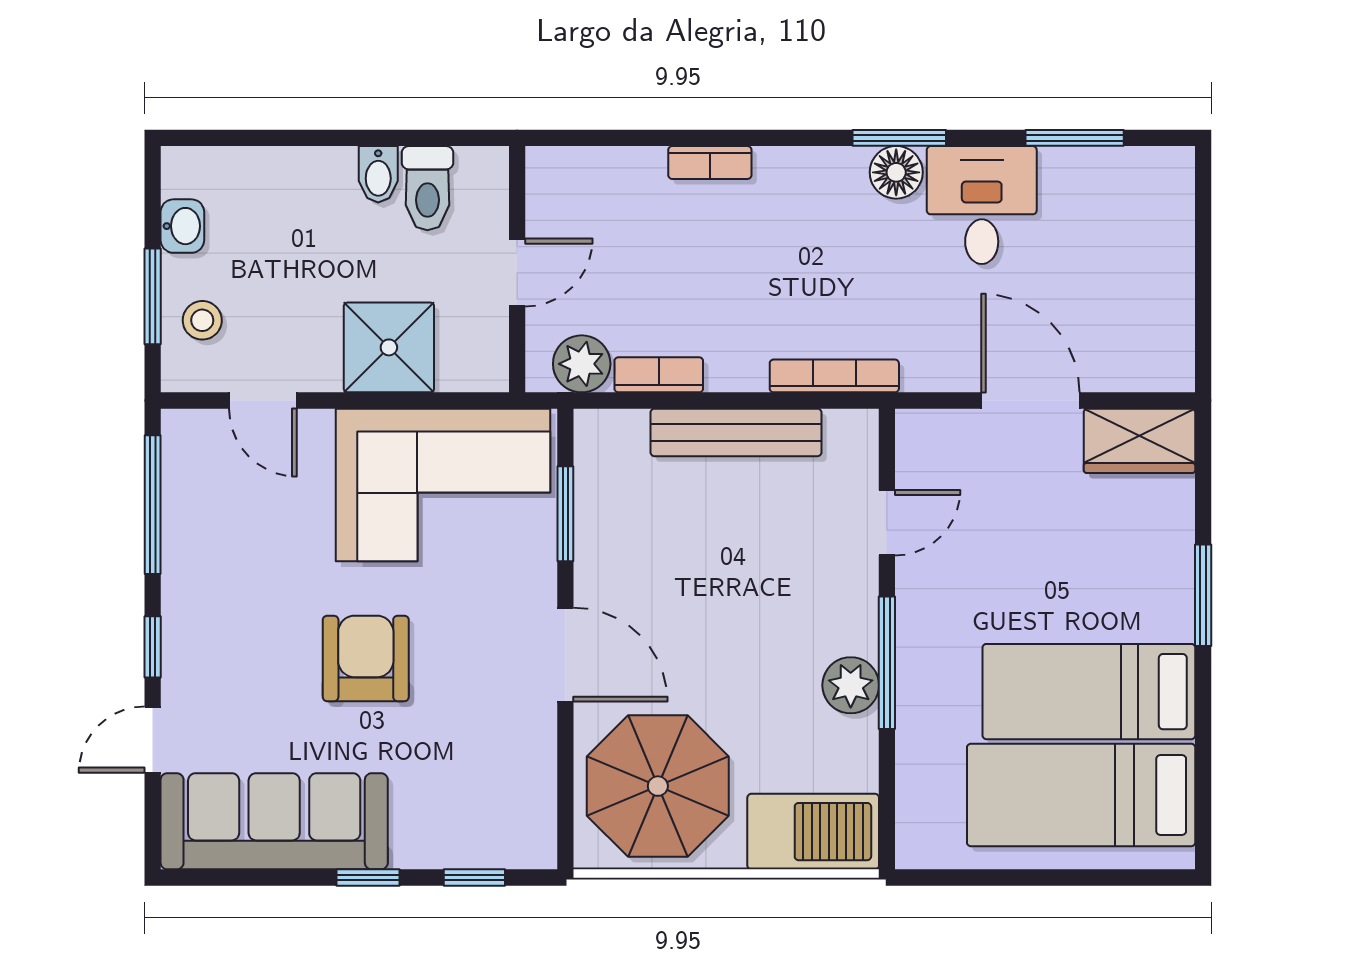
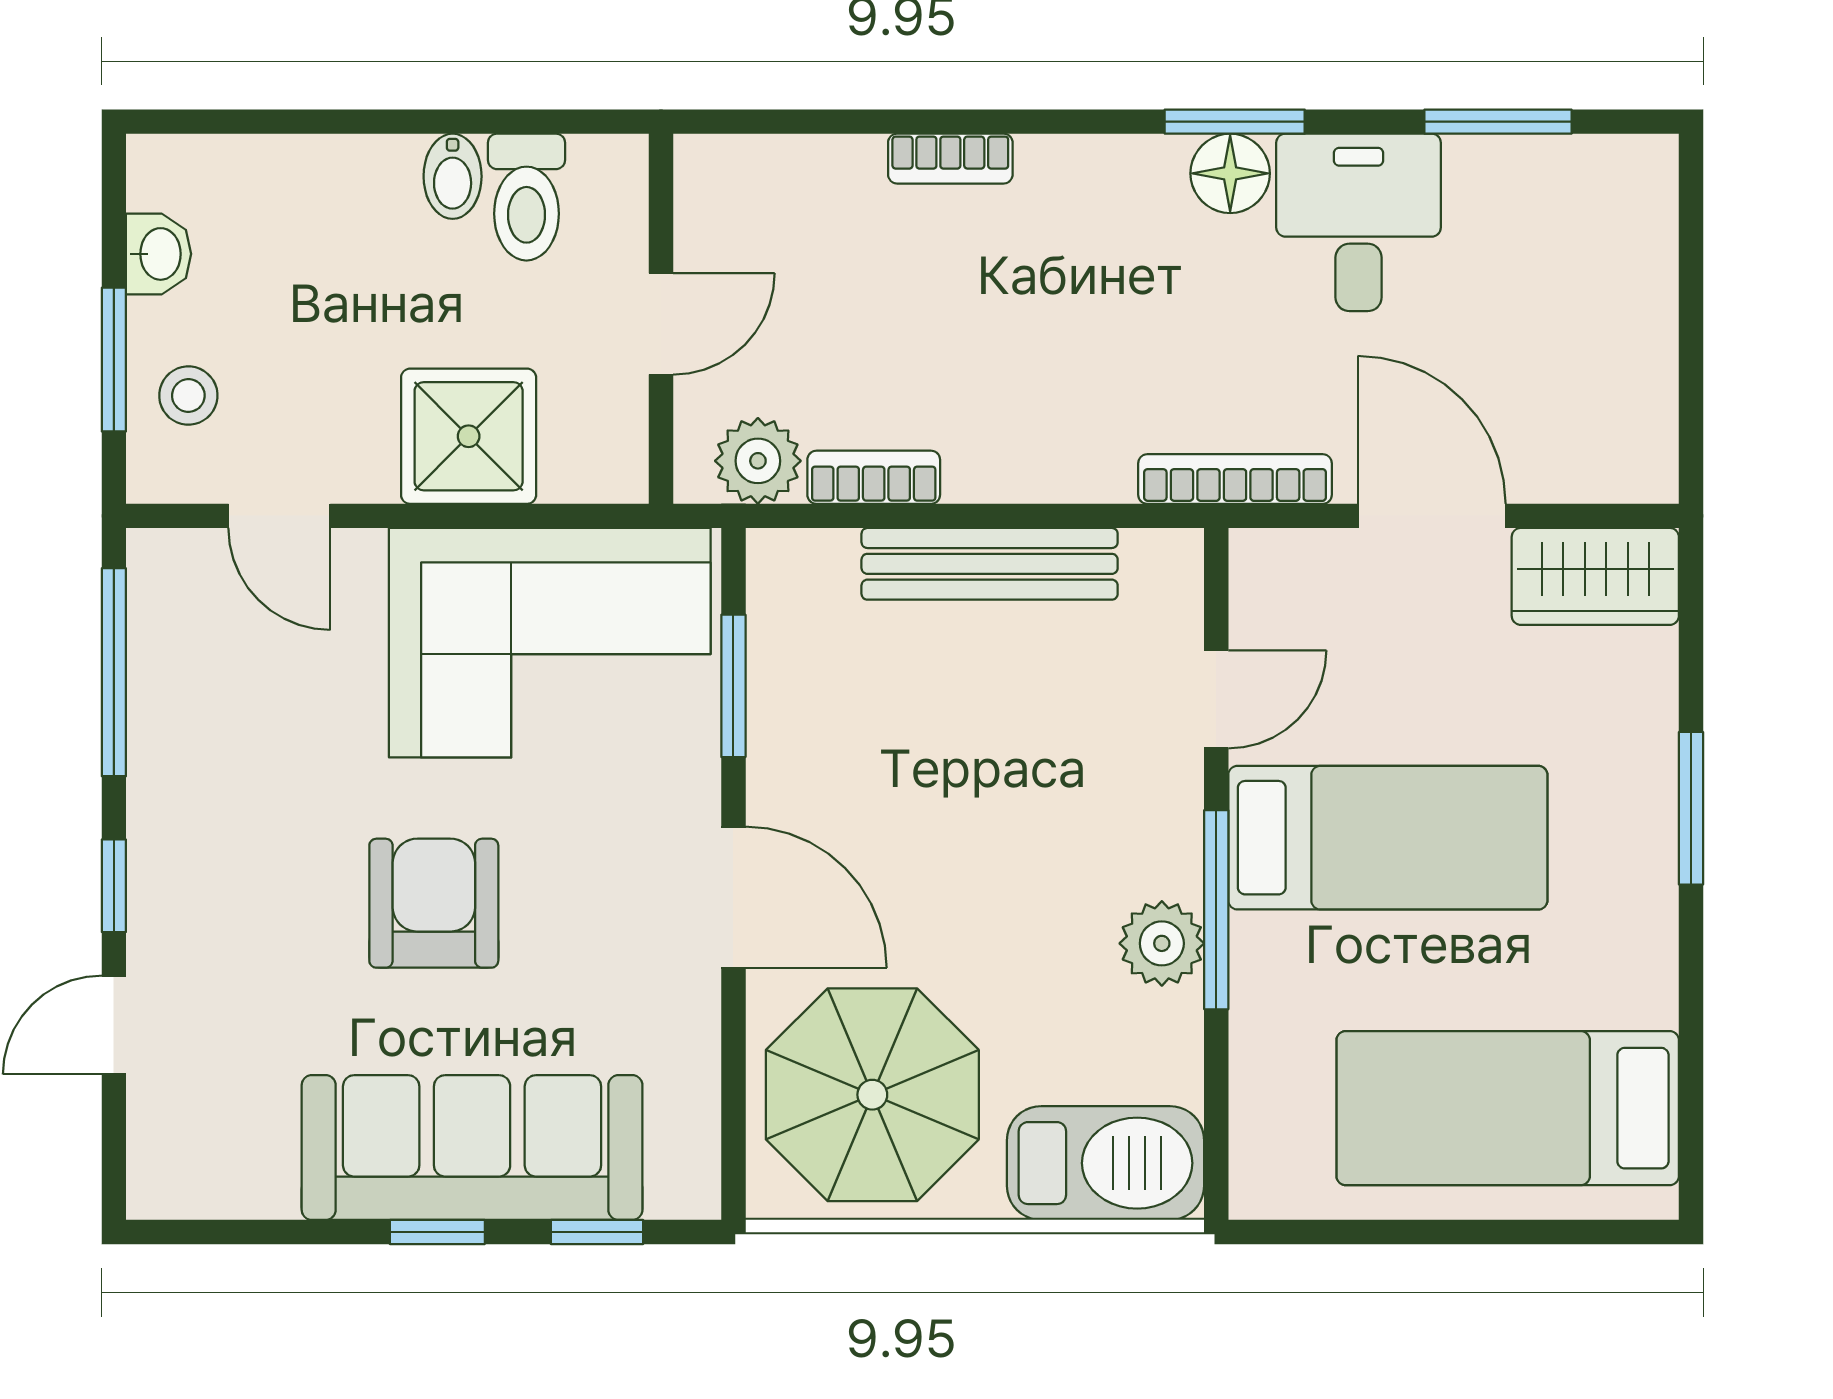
bookcase: (834, 376) -> (1235, 479), moved
bed: (1089, 692) -> (1388, 838), moved, turned 180
sofa: (274, 821) -> (472, 1148), moved

